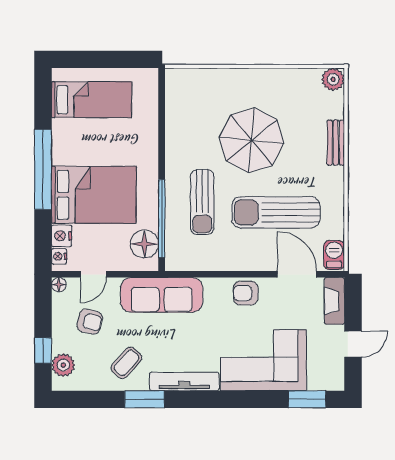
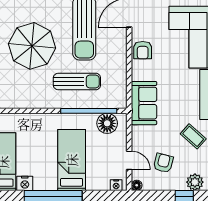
bed: (94, 195) -> (72, 160), width x0.67
nightstand: (62, 236) -> (25, 183), moved
sofa: (162, 295) -> (144, 103), width x0.73

